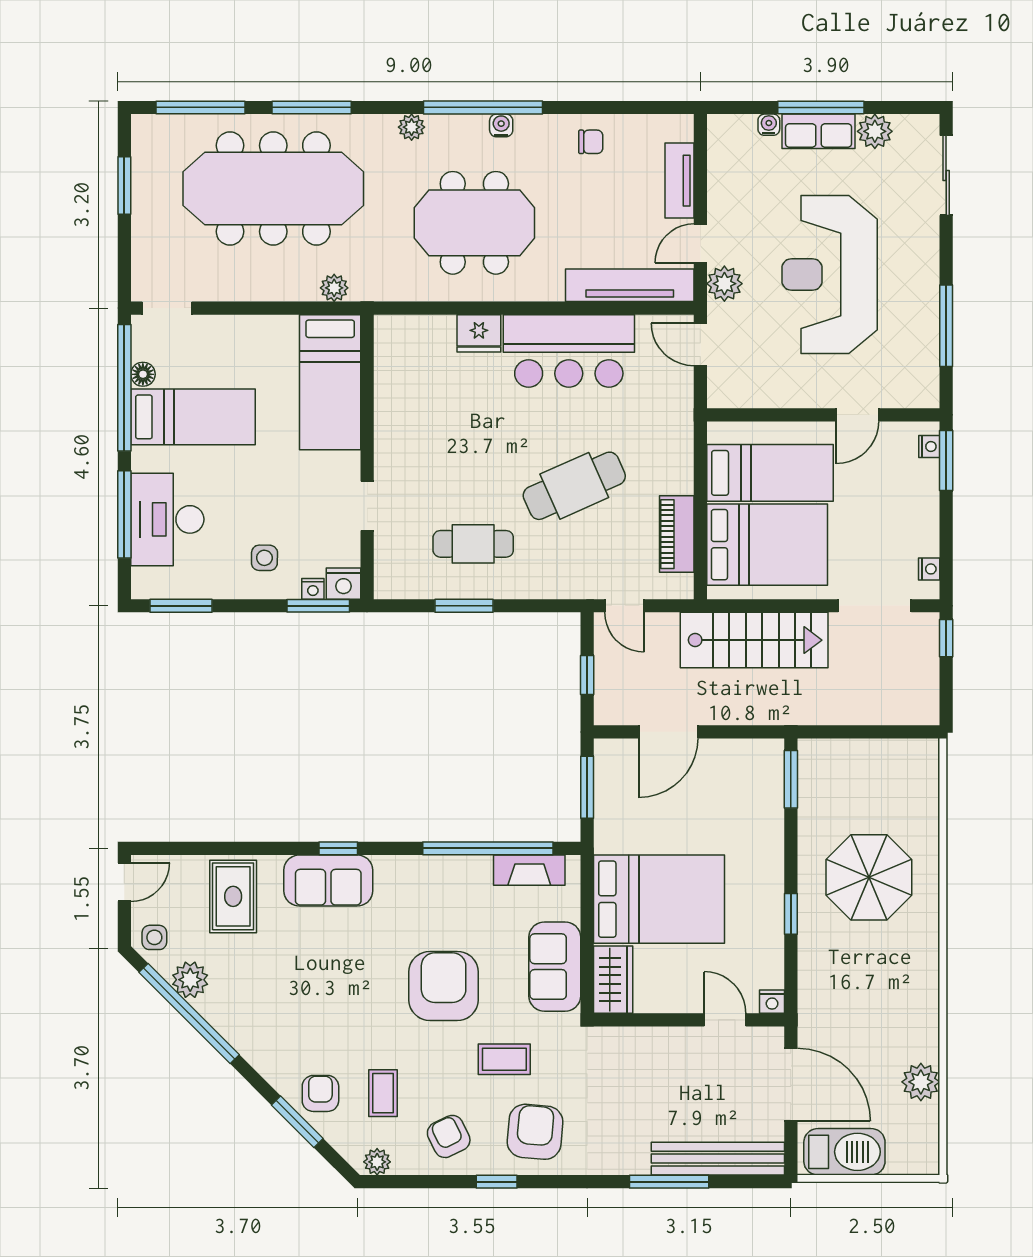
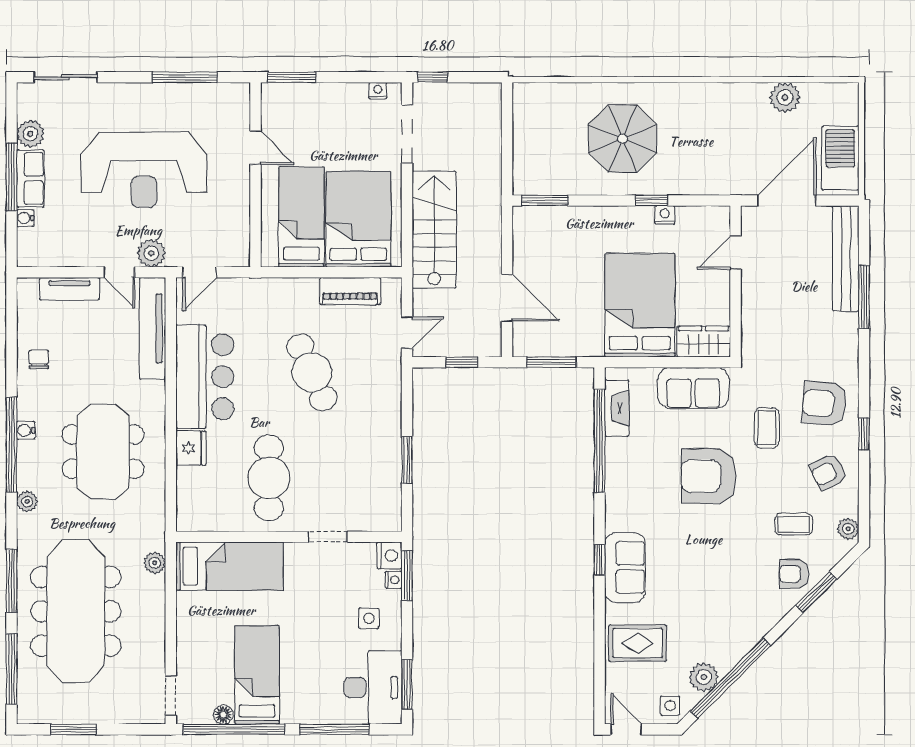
nightstand: (929, 446) -> (281, 91), removed
desk: (167, 519) -> (373, 687), moved, turned -90
cafe table: (473, 544) -> (269, 478), moved, width x1.37, depth x1.35
nightstand: (772, 1002) -> (665, 215), moved, turned -90

